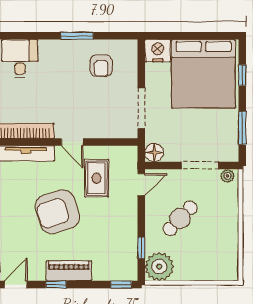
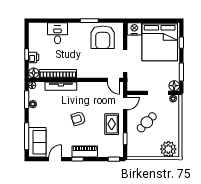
armchair: (101, 66) -> (103, 37), width x1.88, depth x1.88
door: (72, 142) -> (113, 80), moved
floor lamp: (154, 153) -> (174, 86), moved
rug: (96, 178) -> (112, 124), moved
armchair: (57, 212) -> (78, 119), width x0.53, depth x0.53
plant: (159, 267) -> (168, 149), moved

